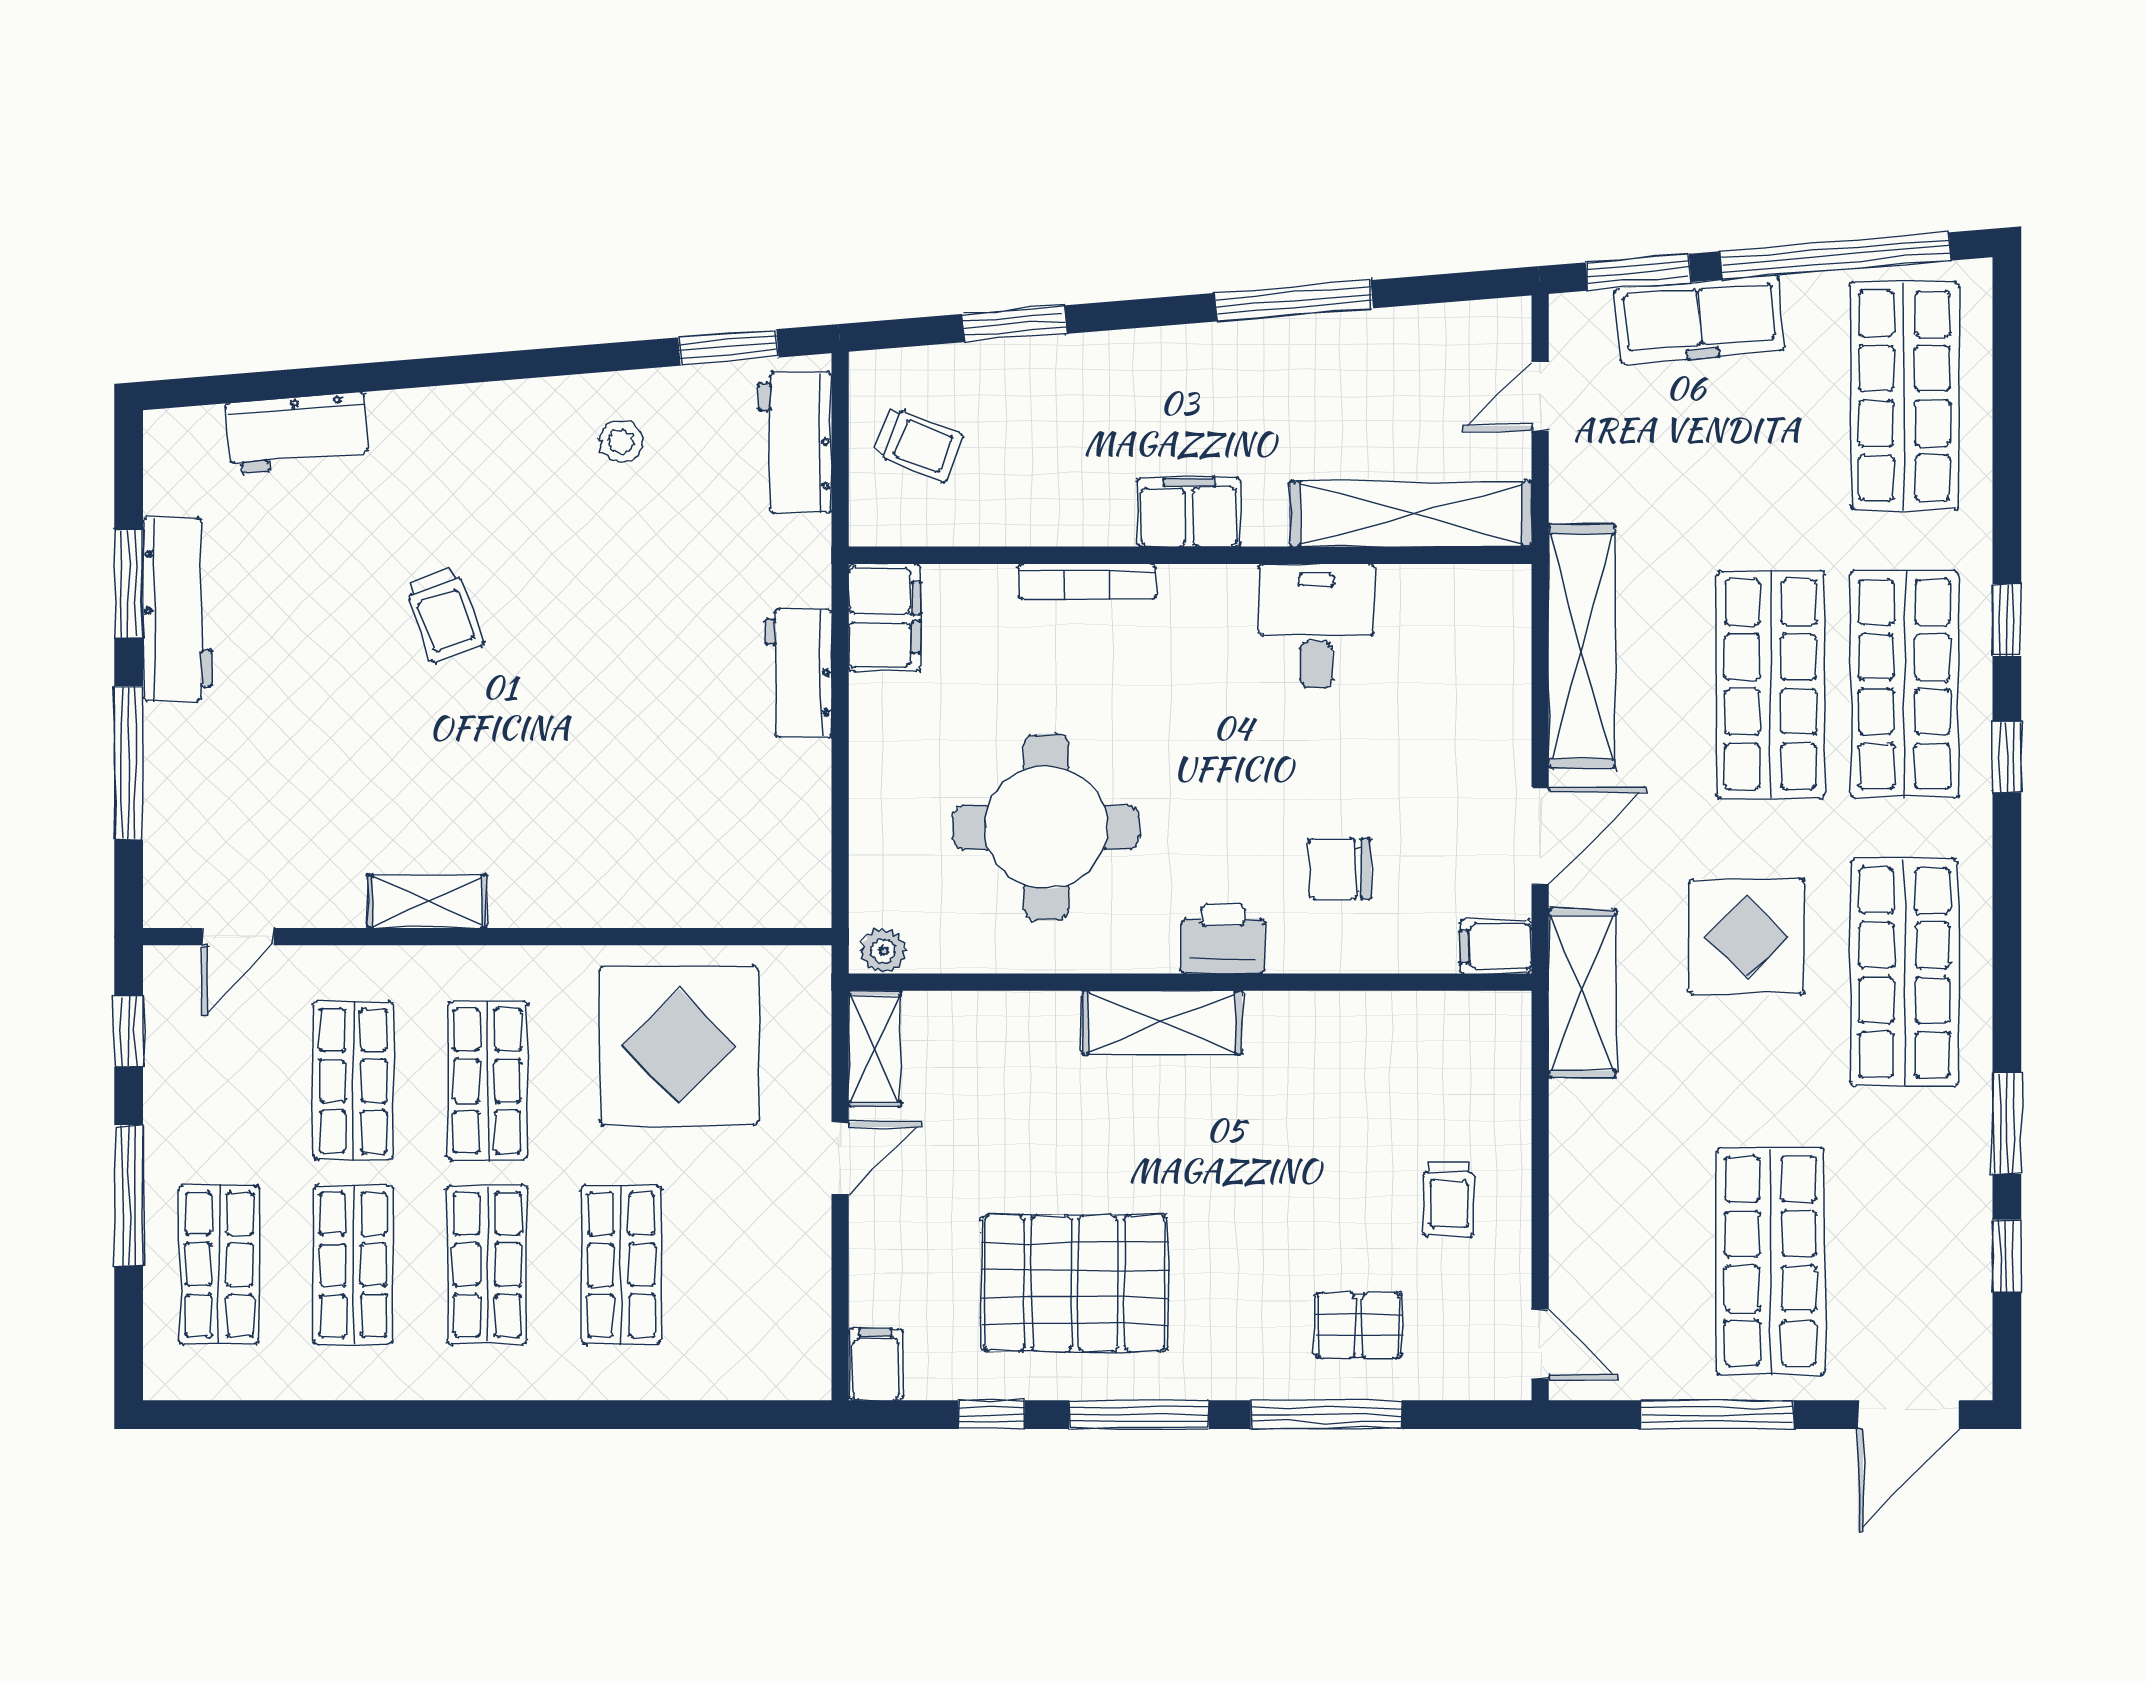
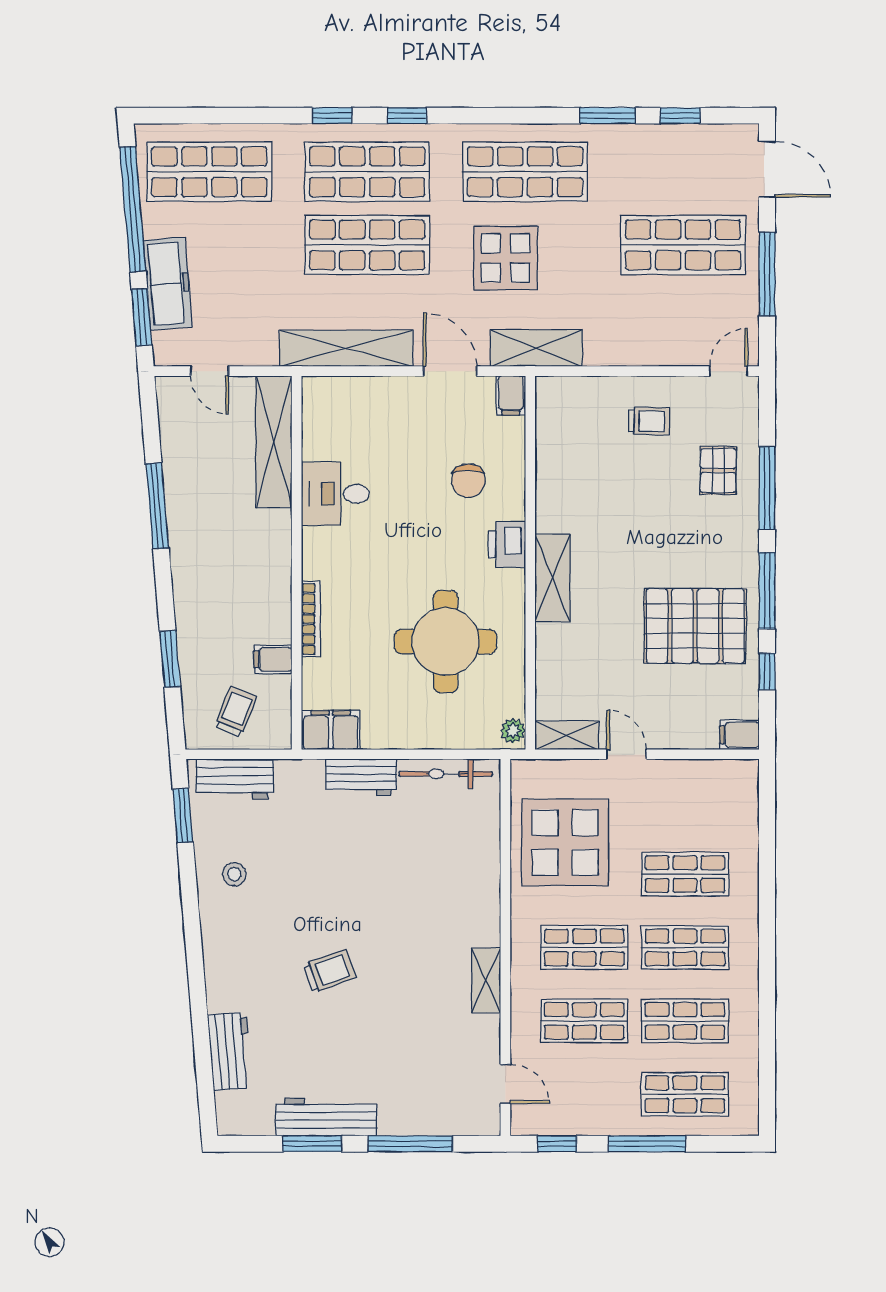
filing cabinet: (1189, 512) -> (273, 659), moved, width x0.50
bicycle: (804, 828) -> (446, 774), added
pallet: (1075, 1283) -> (695, 626), turned 90

